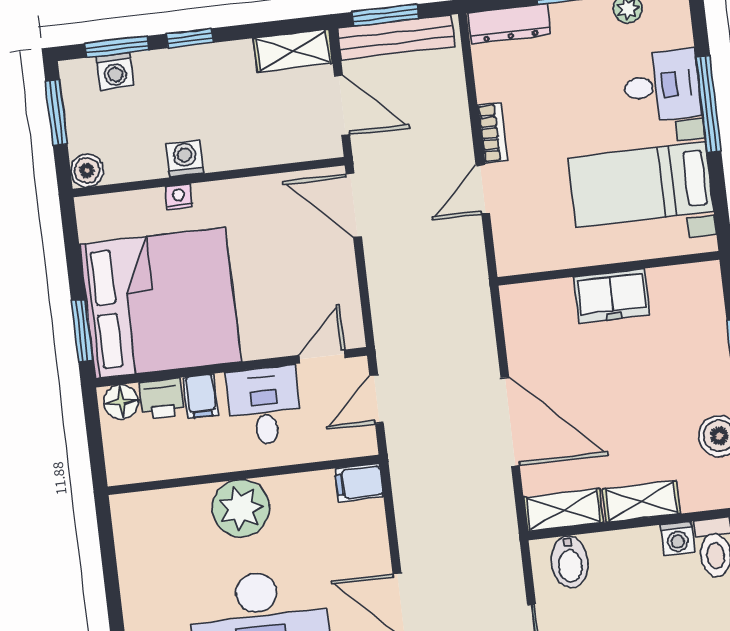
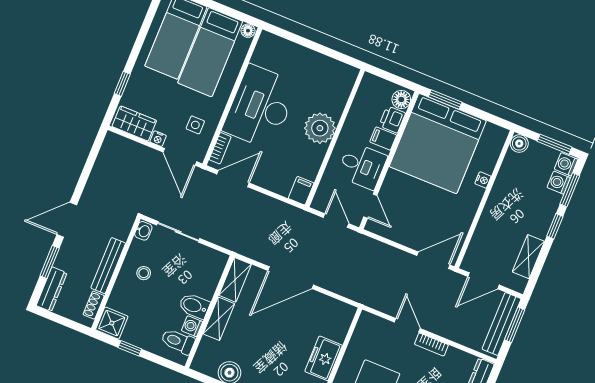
shelving: (293, 51) -> (528, 257), moved
washing machine: (185, 158) -> (566, 164), moved, turned 180
bidet: (570, 562) -> (194, 306), moved

